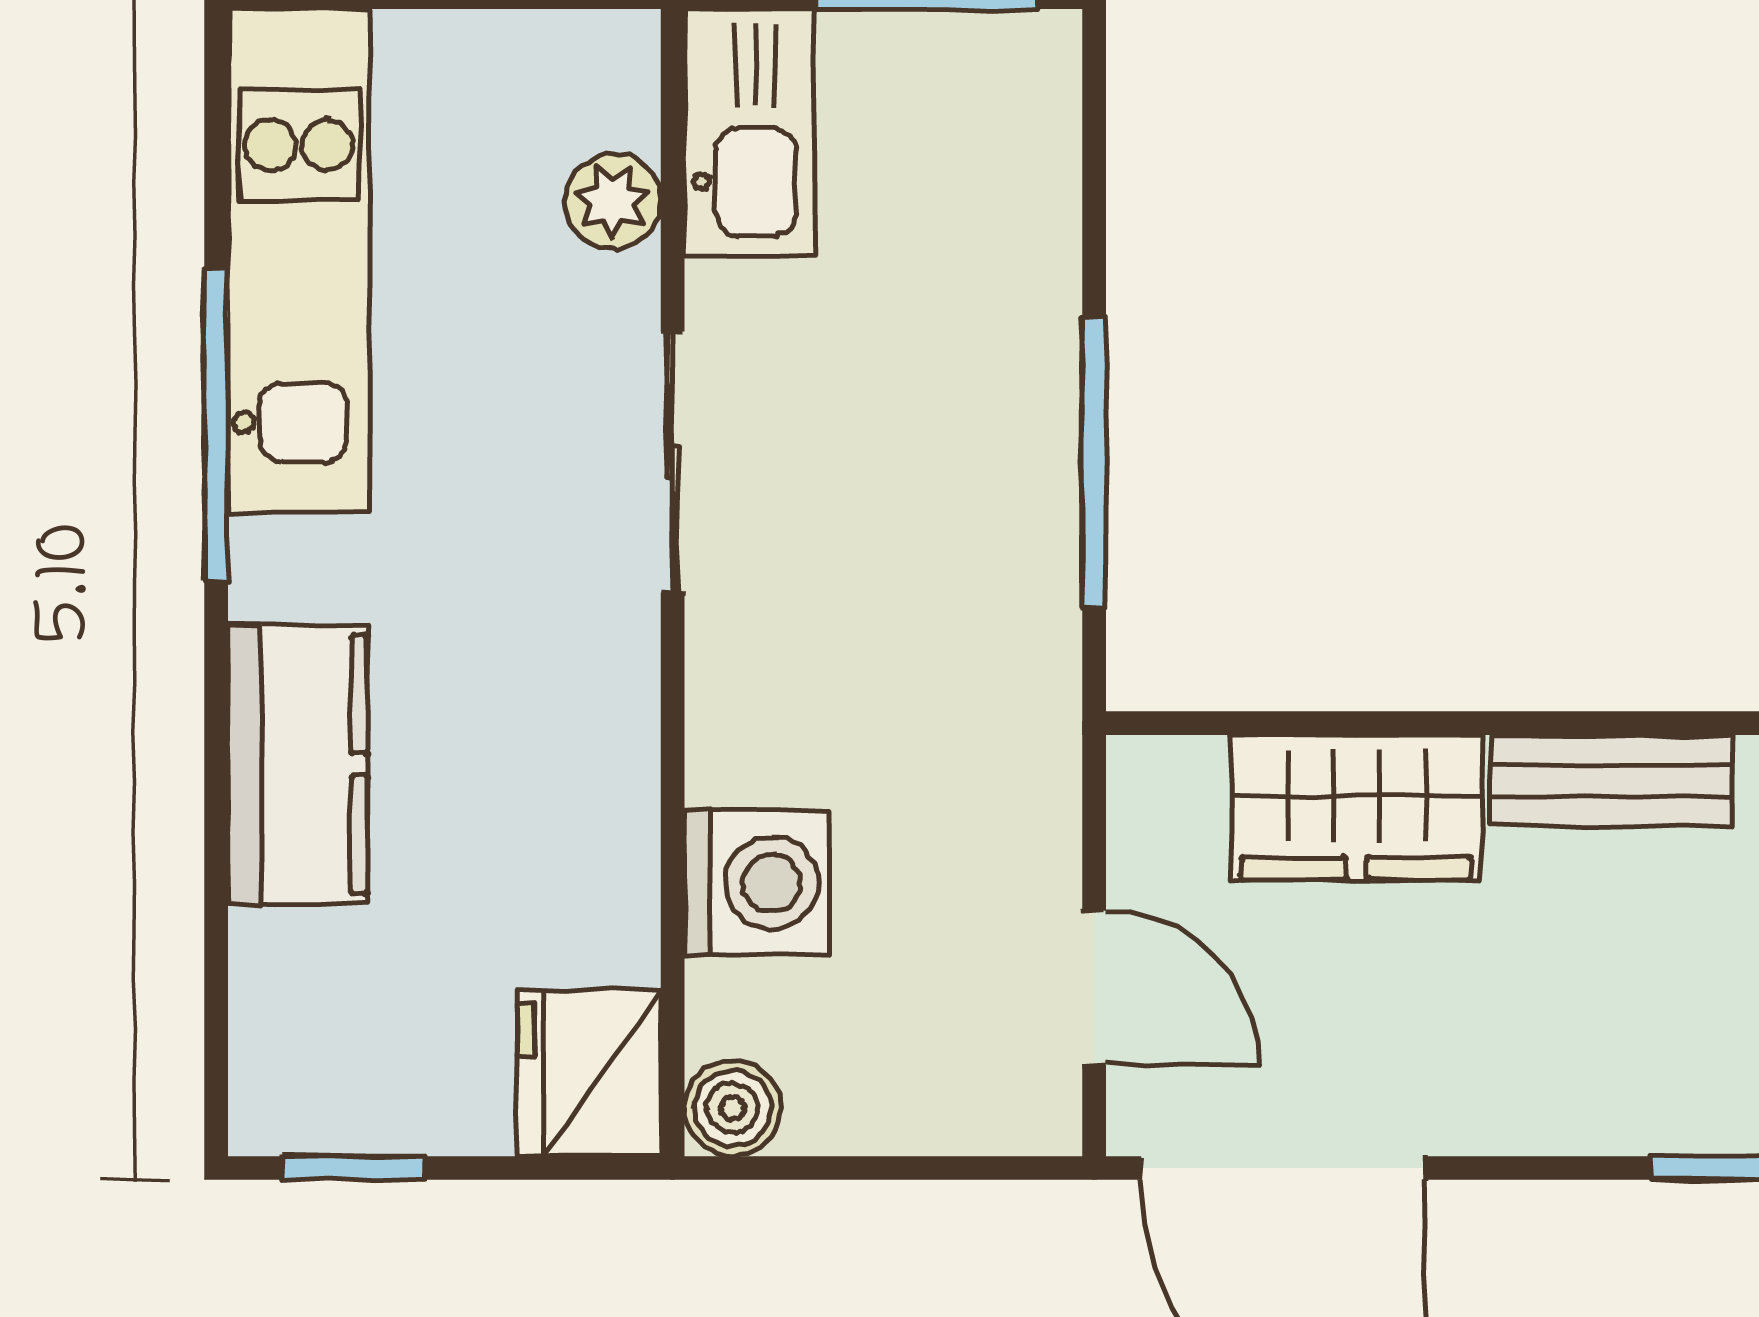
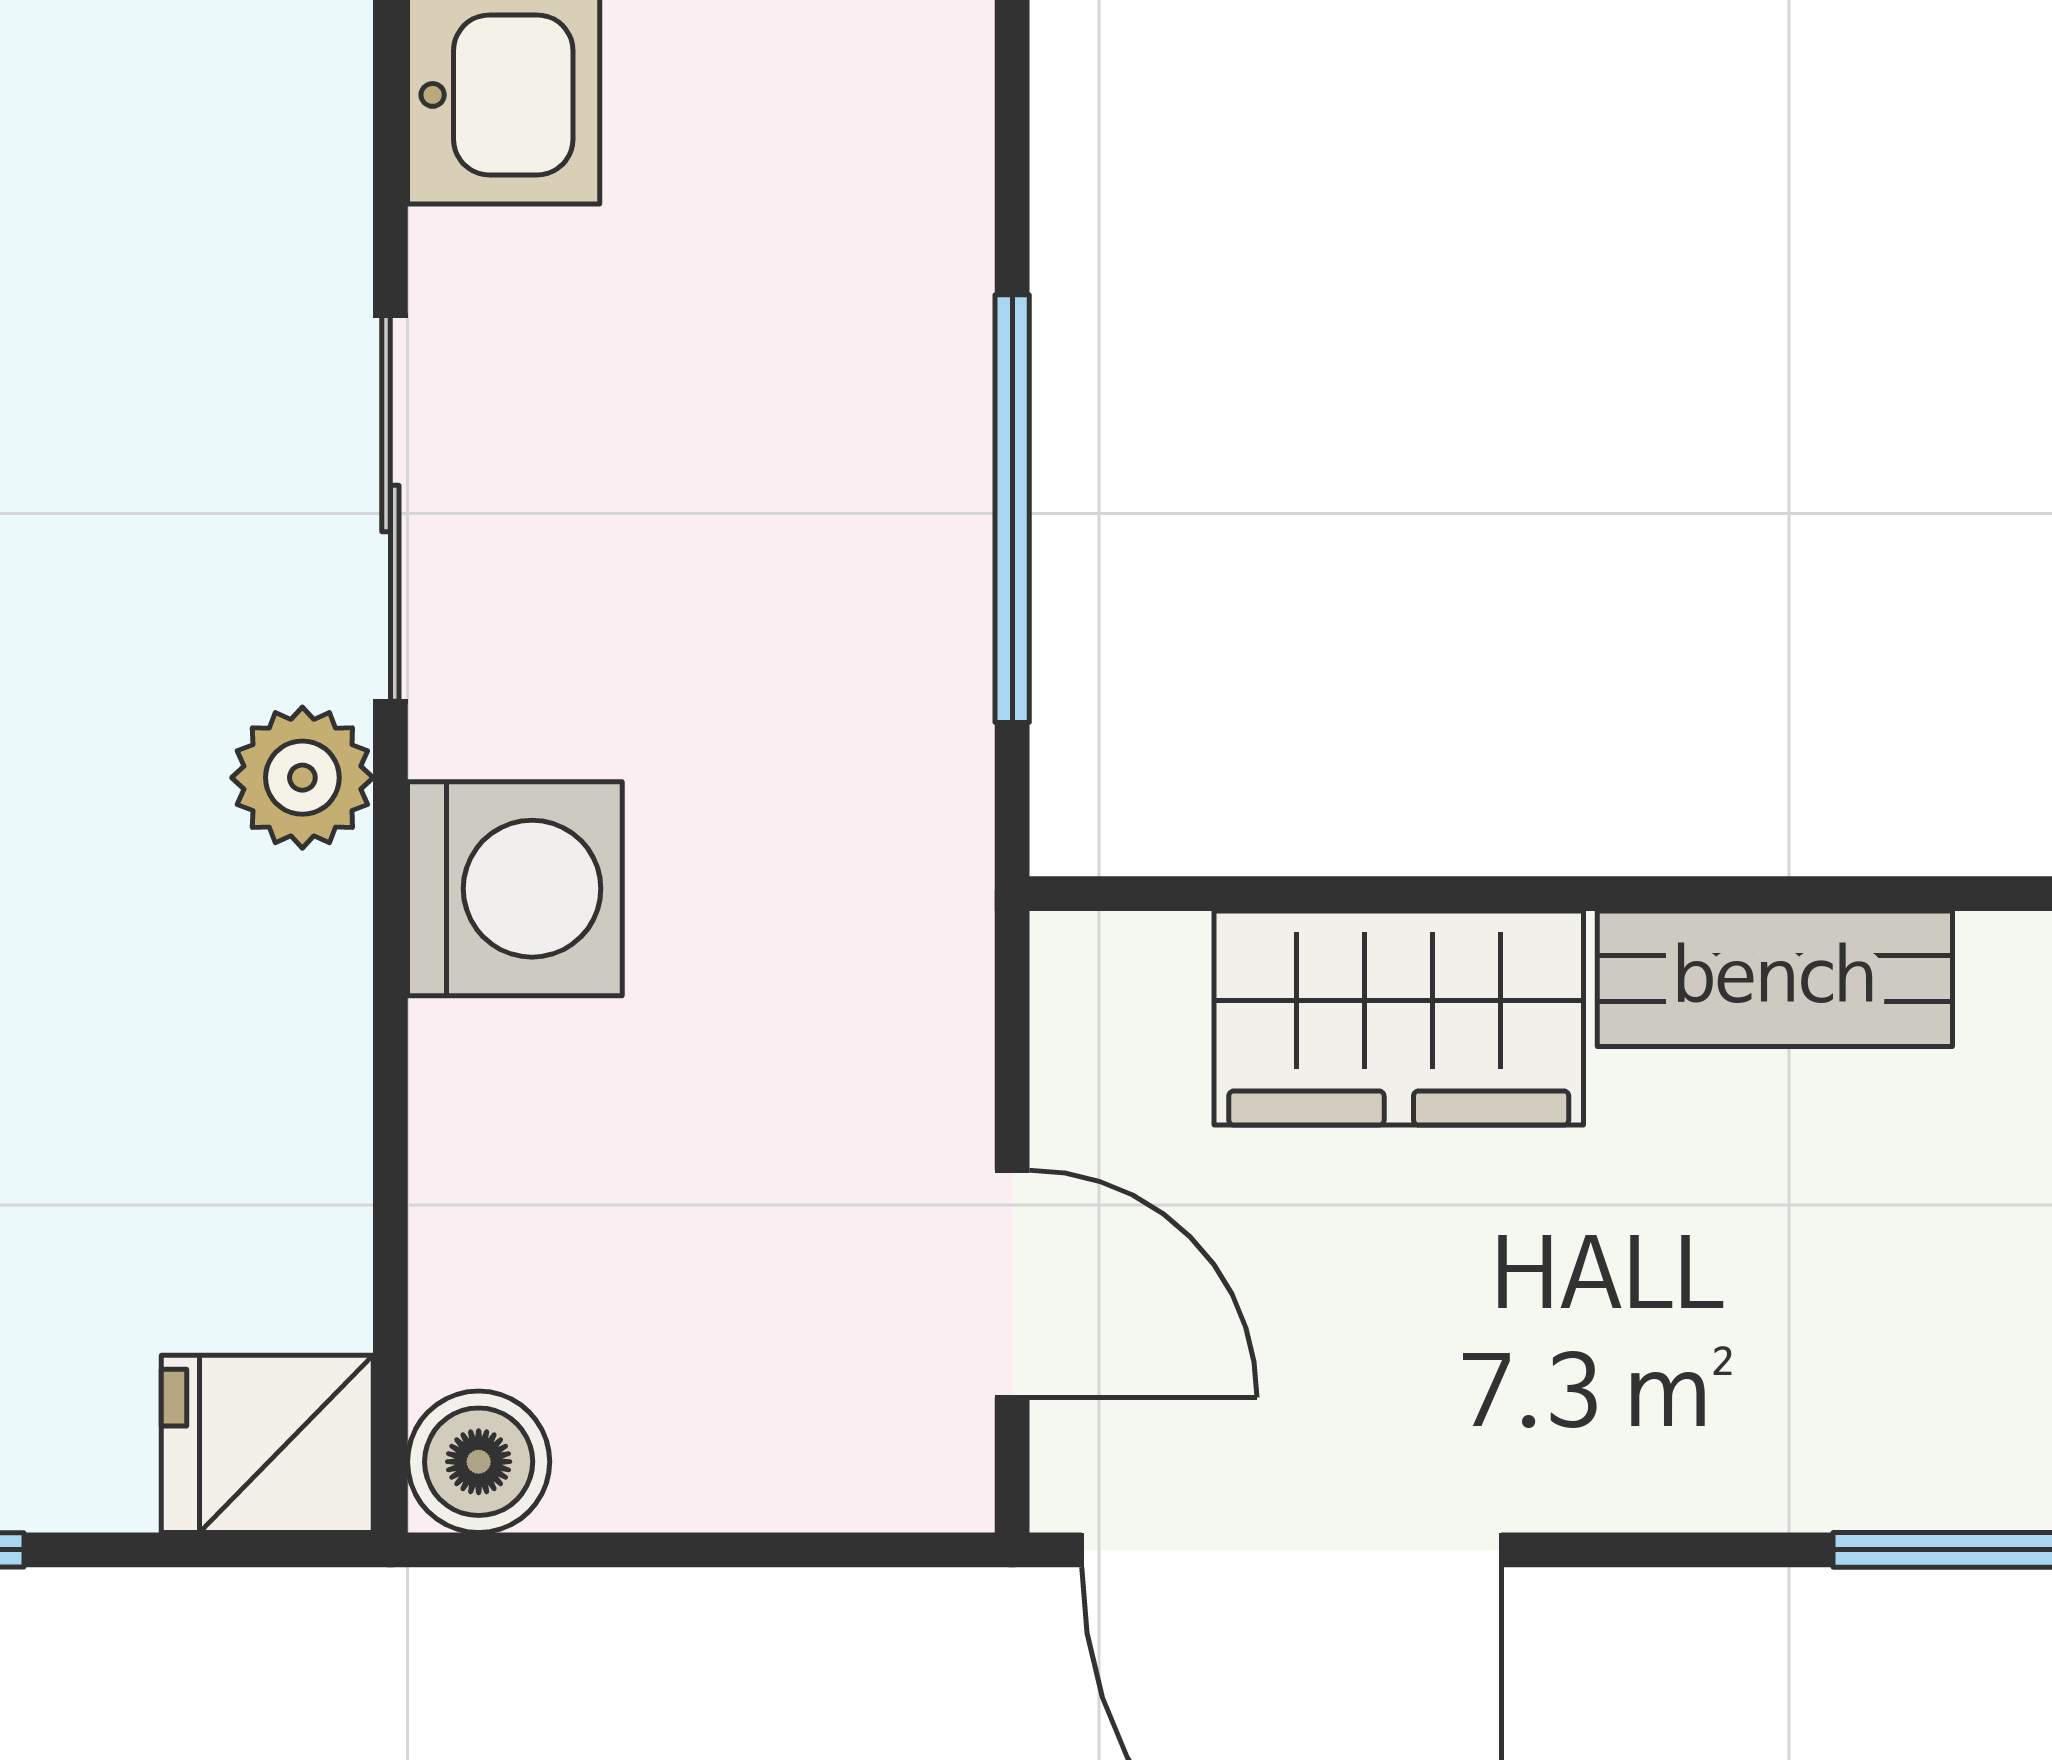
plant: (613, 201) -> (302, 778), moved
washing machine: (757, 883) -> (515, 889), moved
fridge: (589, 1073) -> (267, 1444), width x0.72

